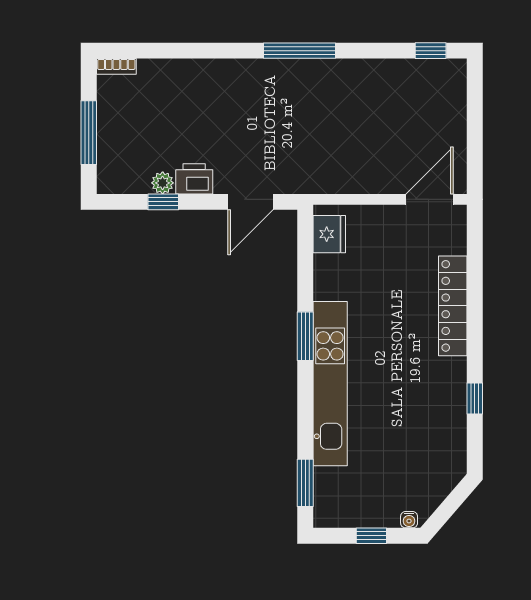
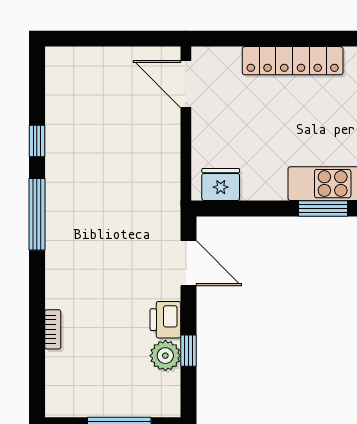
window: (431, 51) -> (37, 141), moved
bookcase: (116, 66) -> (53, 329), moved
plant: (163, 183) -> (165, 356), width x1.38, depth x1.38

